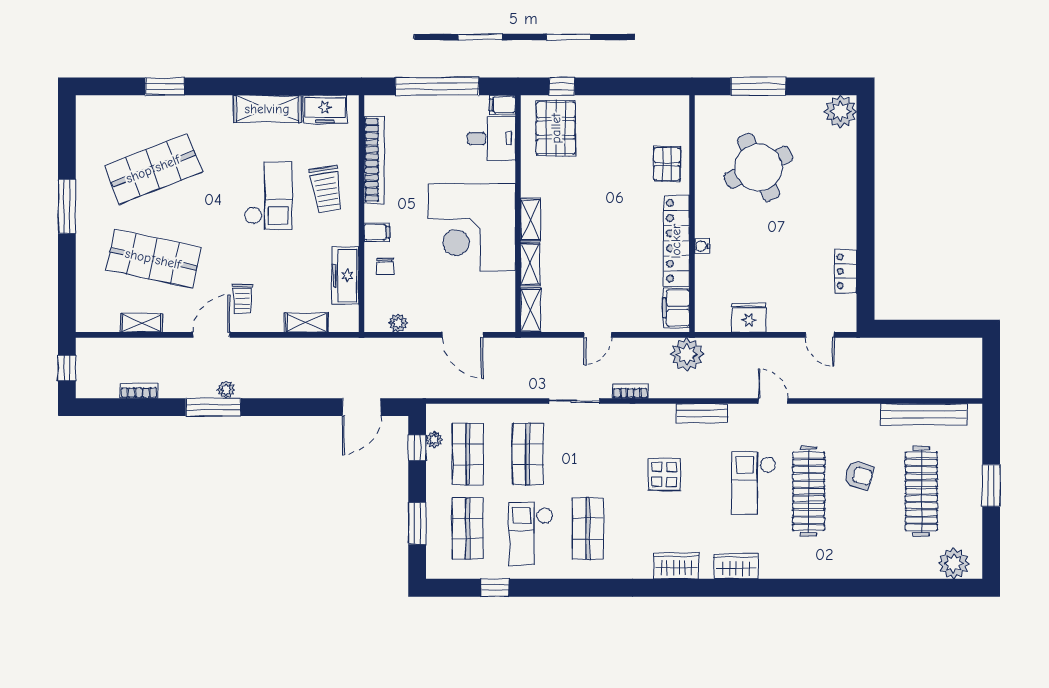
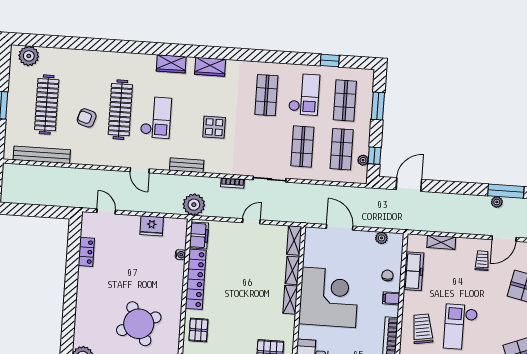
water cooler: (702, 246) -> (180, 255), moved

